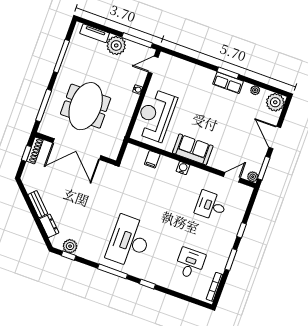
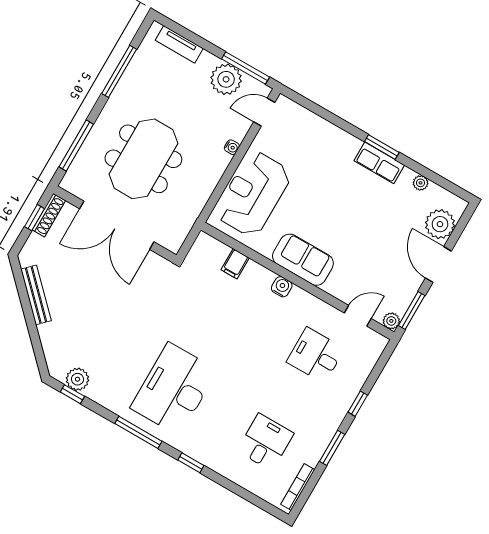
plant: (116, 45) -> (226, 79), moved
plant: (275, 102) -> (440, 224), moved
bench: (38, 204) -> (36, 295), width x1.36
dresser: (49, 226) -> (50, 341), removed

